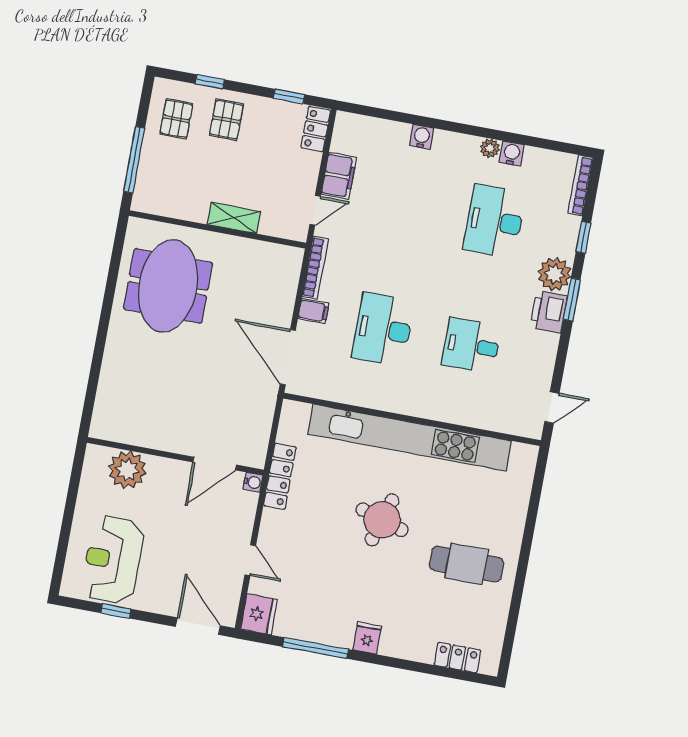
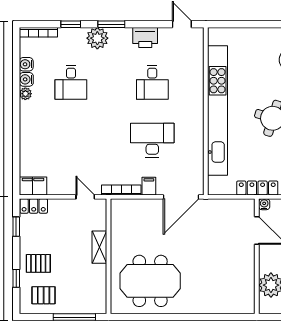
water cooler: (422, 137) -> (26, 64), moved
filing cabinet: (339, 176) -> (33, 186), moved
desk: (494, 221) -> (71, 82), width x0.73
printer: (549, 312) -> (145, 37), moved
desk: (383, 329) -> (152, 140), turned 180

